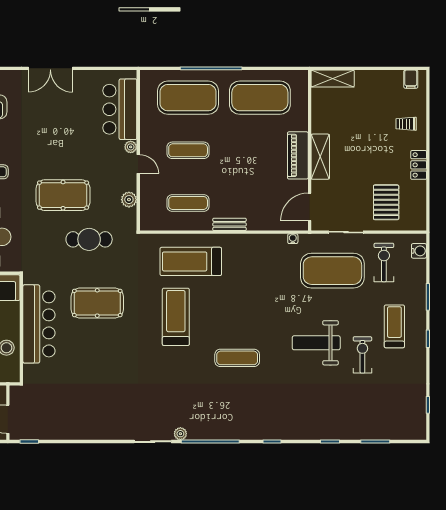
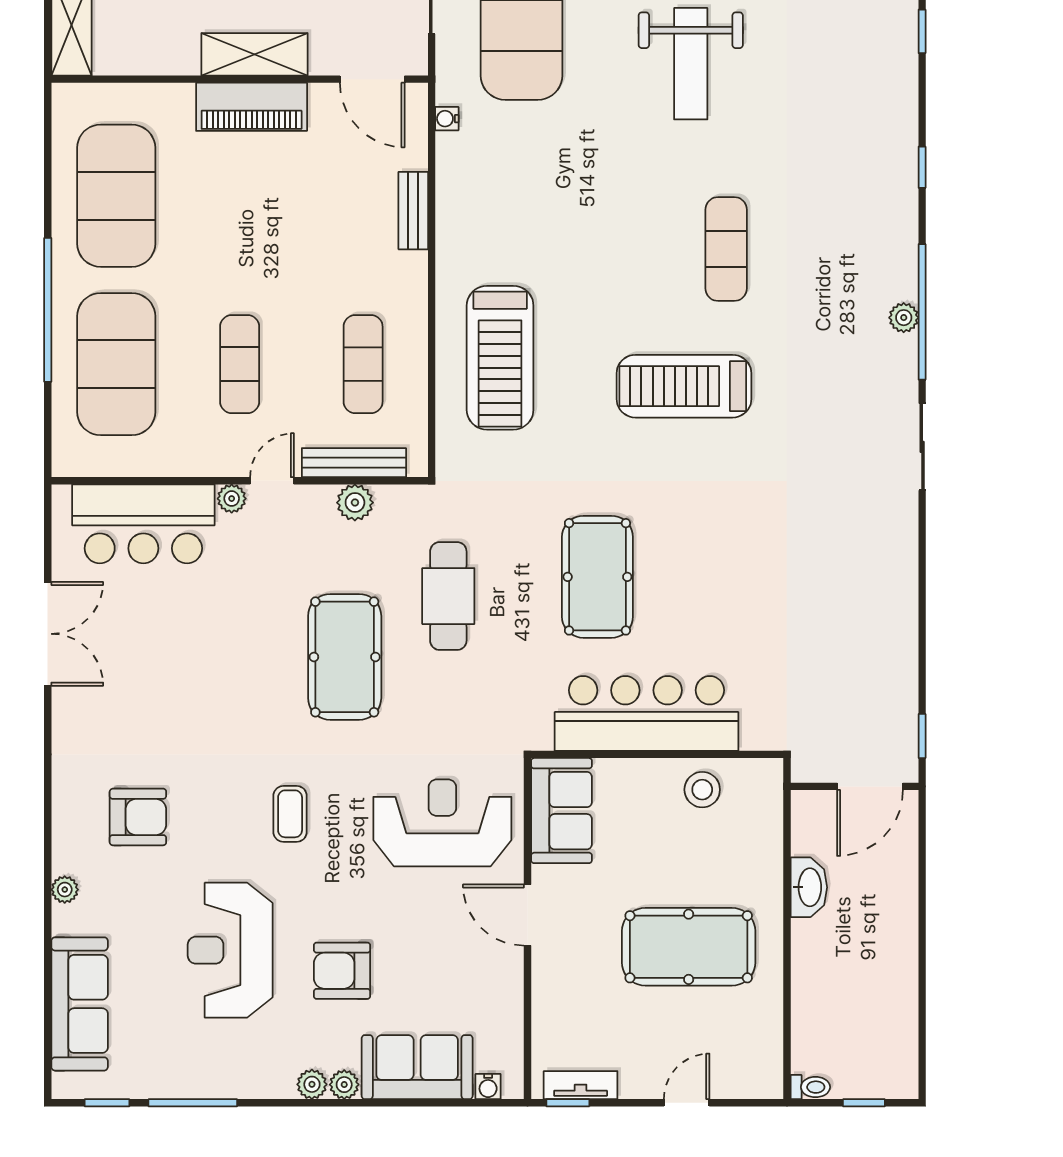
double door: (50, 68) -> (48, 634), moved
bench: (146, 199) -> (354, 463), added
bench: (229, 224) -> (413, 211), moved
treadmill: (176, 317) -> (684, 386), moved
plant: (180, 434) -> (904, 318), moved

